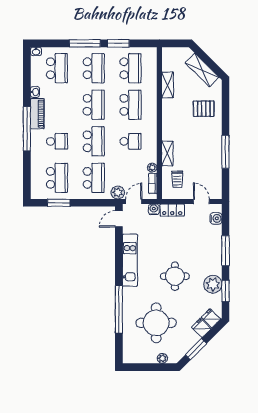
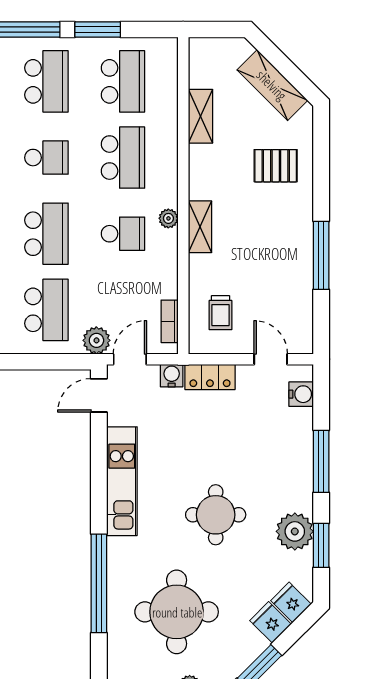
school desk: (94, 105) -> (46, 158), width x0.54
shelving: (167, 153) -> (200, 227), moved
plant: (152, 168) -> (168, 218), moved

